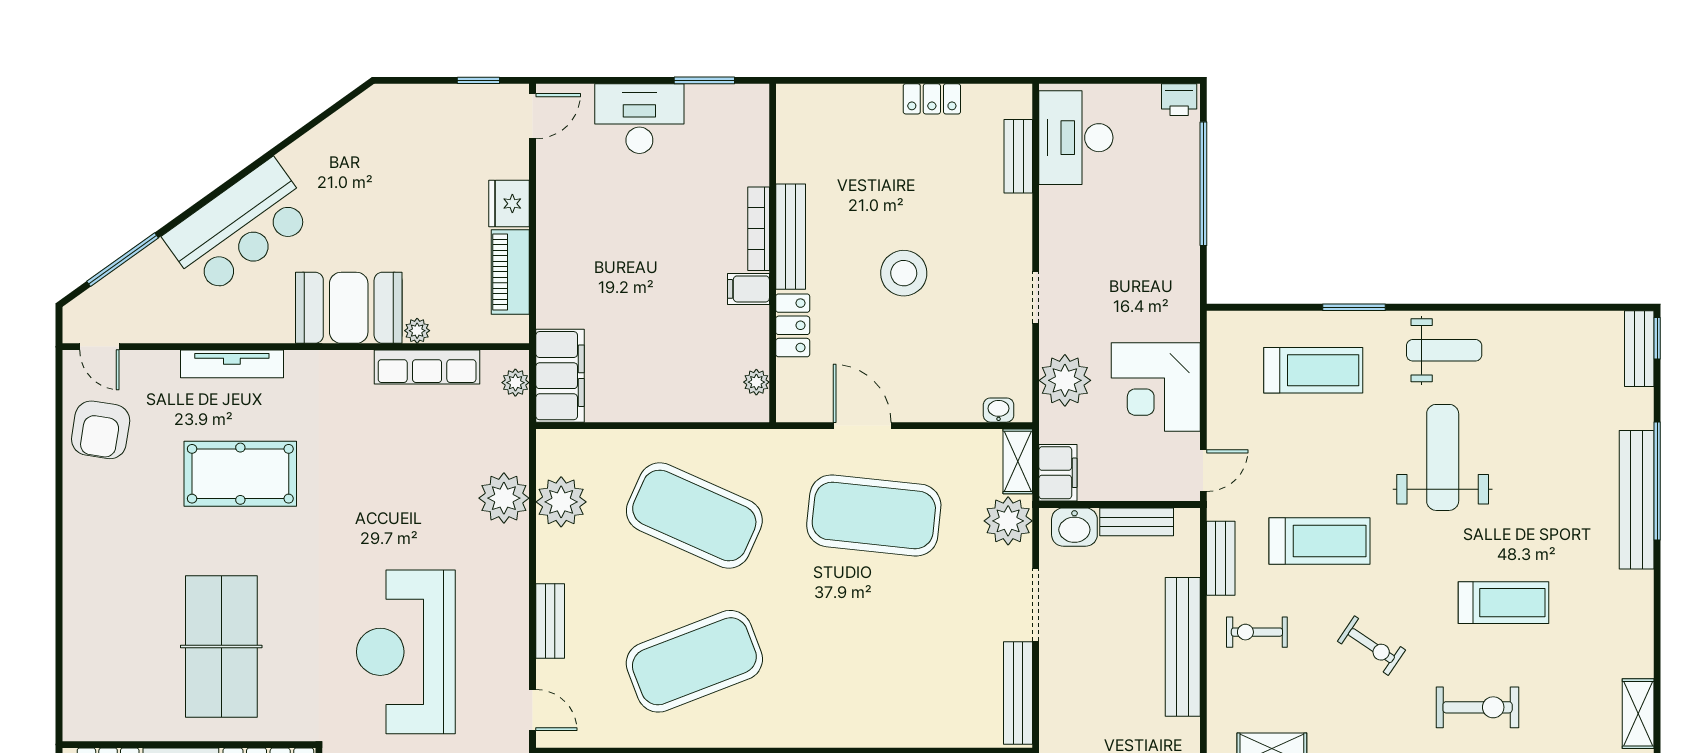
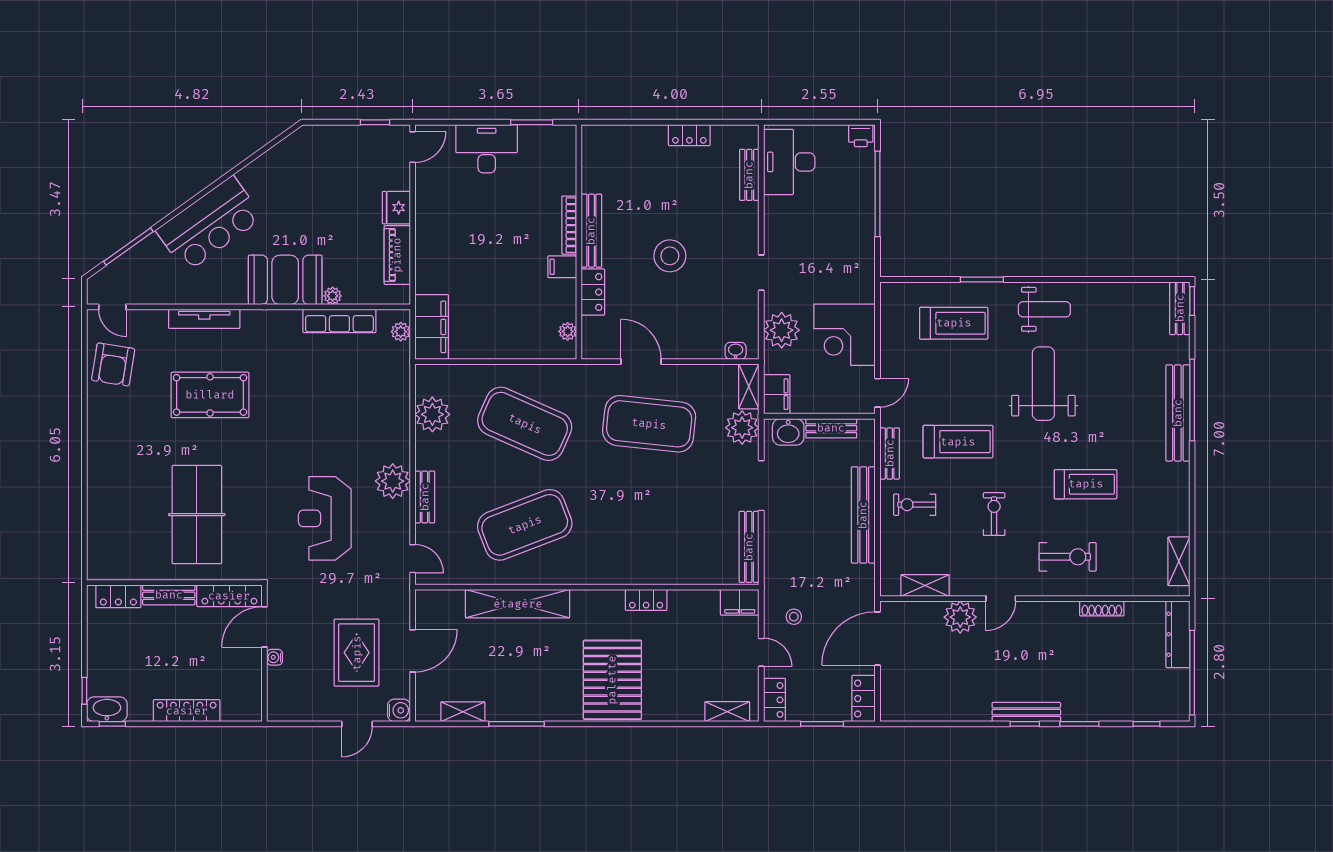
plant: (504, 498) -> (393, 481), moved
exercise bike: (1371, 646) -> (994, 514), turned -124
reception desk: (406, 652) -> (325, 518), width x0.74, depth x0.77

